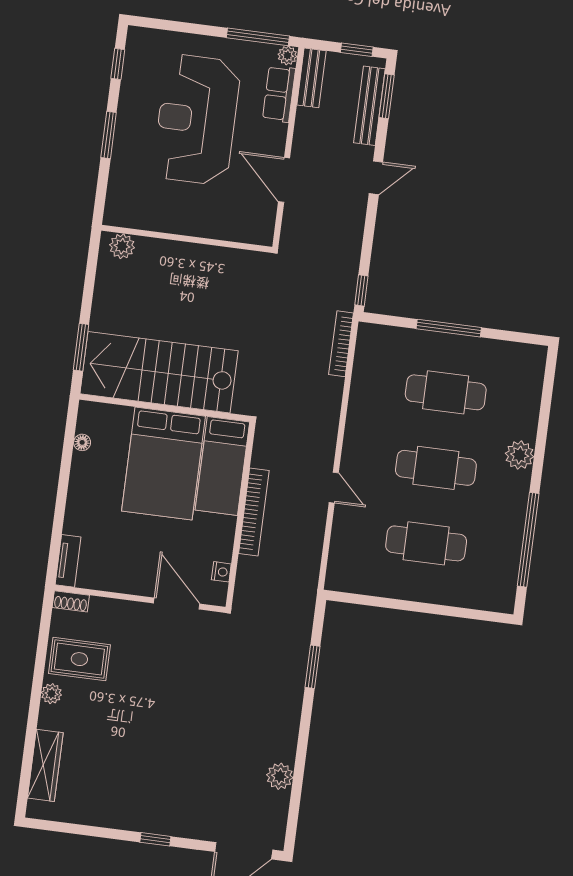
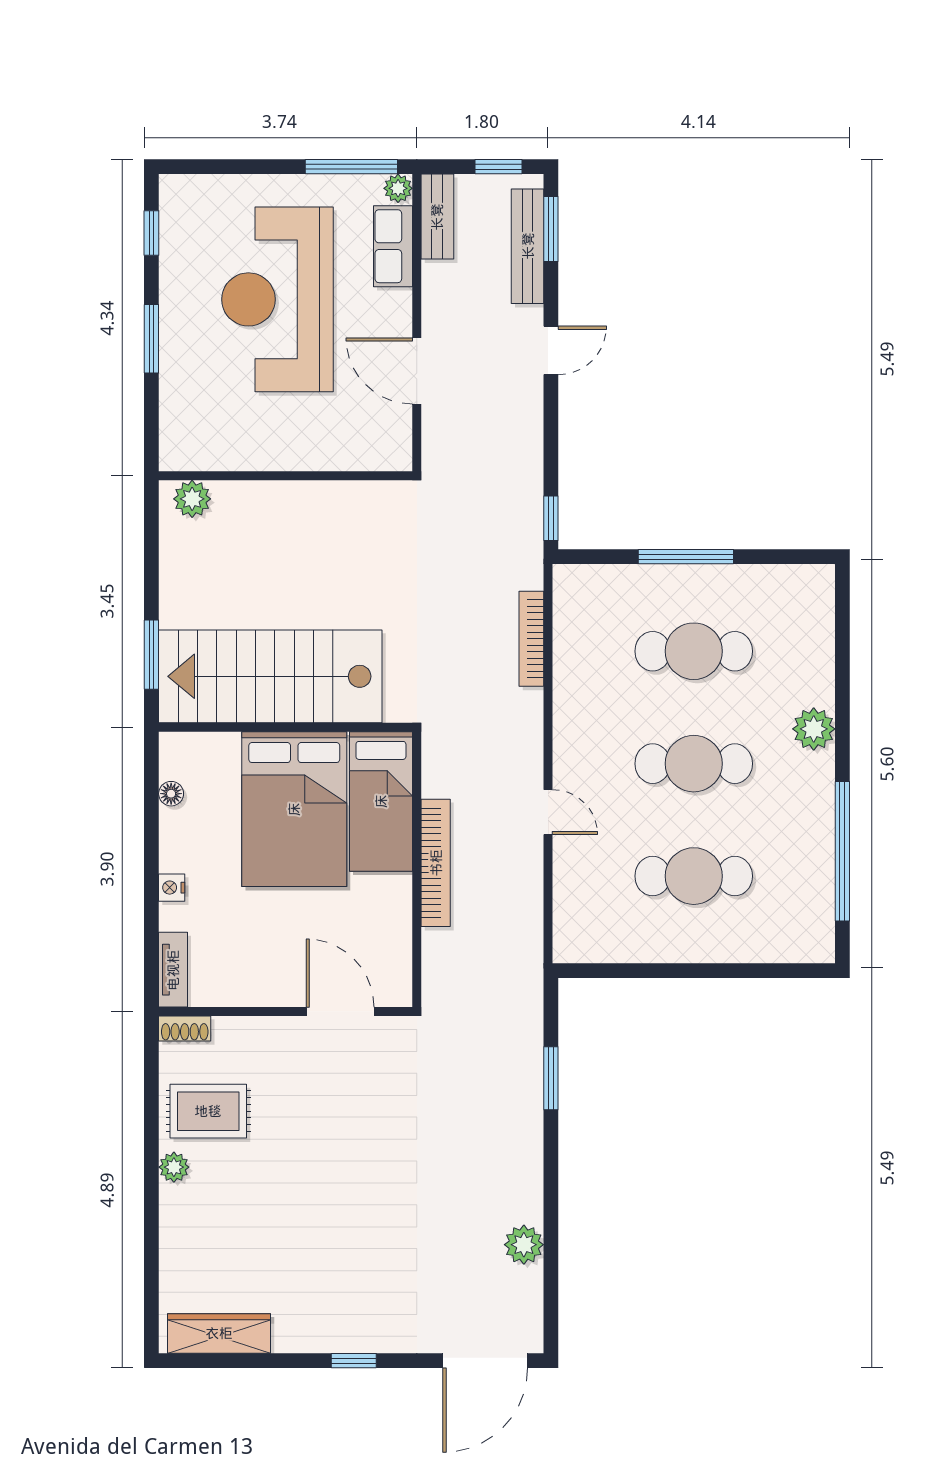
bookcase: (341, 344) -> (531, 639), moved
nightstand: (221, 572) -> (172, 888), moved, turned 180
wardrobe: (45, 765) -> (219, 1333), moved, turned -90

